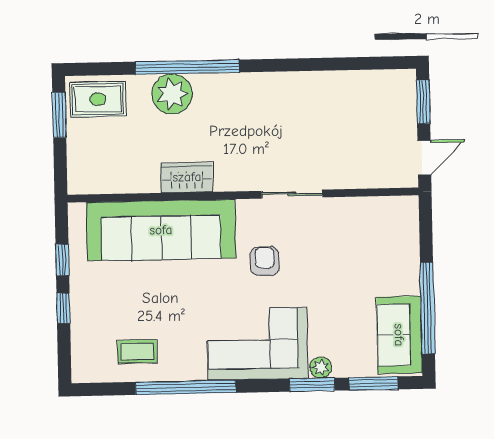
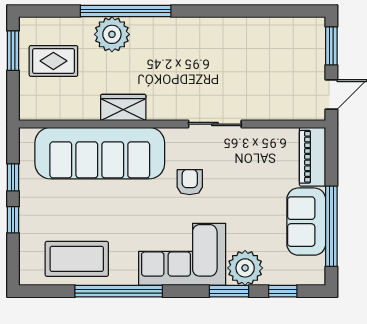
rug: (98, 99) -> (53, 61), moved
piano: (404, 229) -> (313, 157), added
sofa: (399, 335) -> (306, 222), moved
coffee table: (137, 352) -> (77, 259), width x1.86, depth x1.72
plant: (321, 367) -> (245, 268), width x1.87, depth x1.87
window: (373, 383) -> (283, 291), width x0.67

